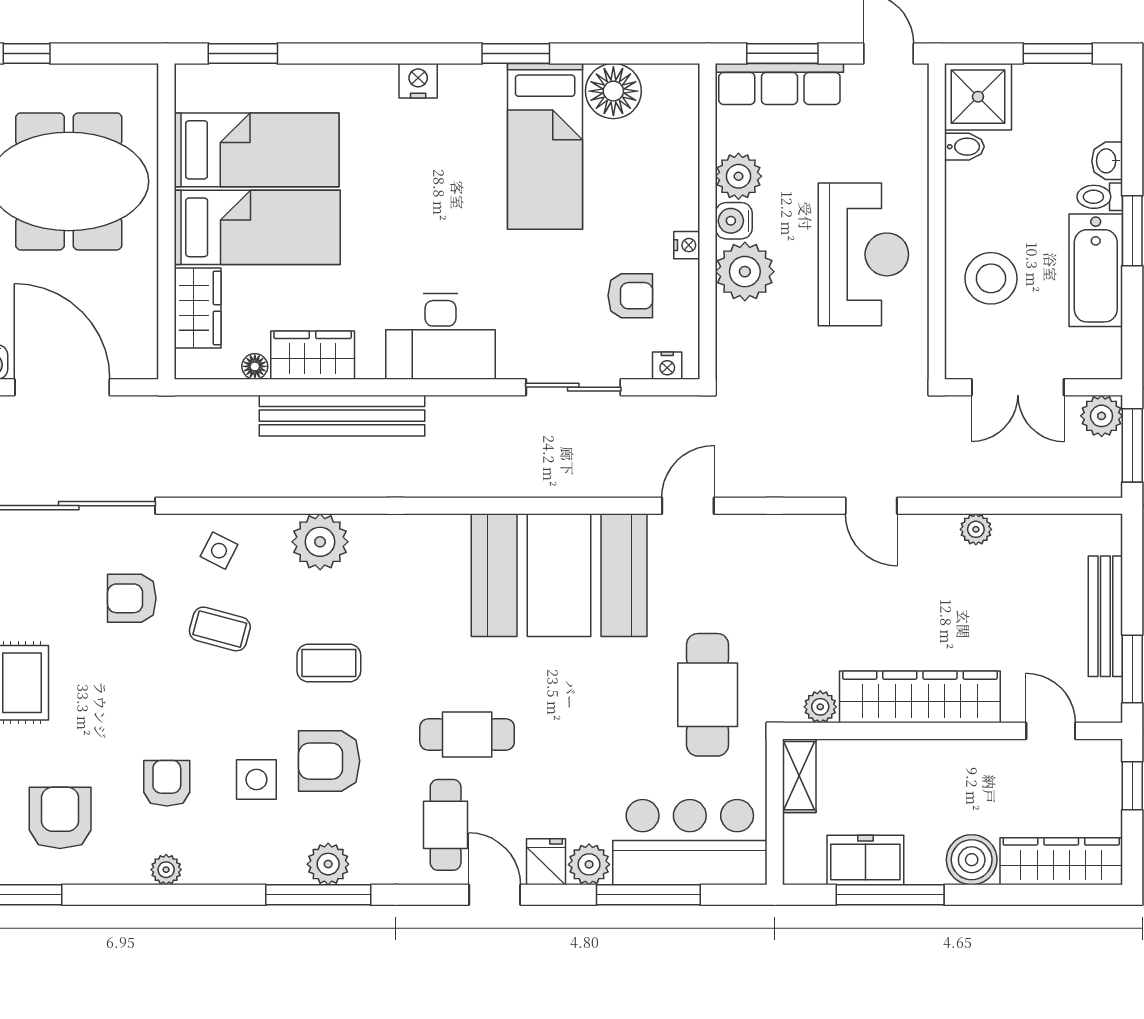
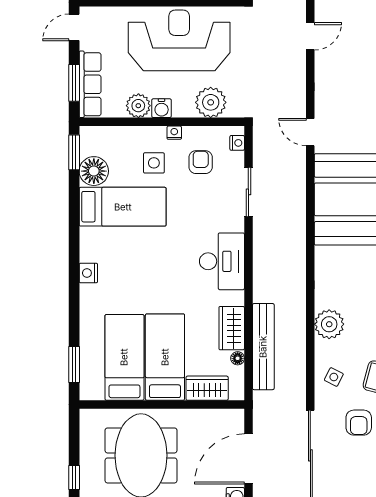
window: (516, 53) -> (74, 152), moved
side table: (629, 206) -> (154, 163), added
reception desk: (863, 254) -> (179, 40), width x1.36, depth x1.30
plant: (745, 272) -> (211, 102), moved
bench: (342, 416) -> (263, 347), moved

